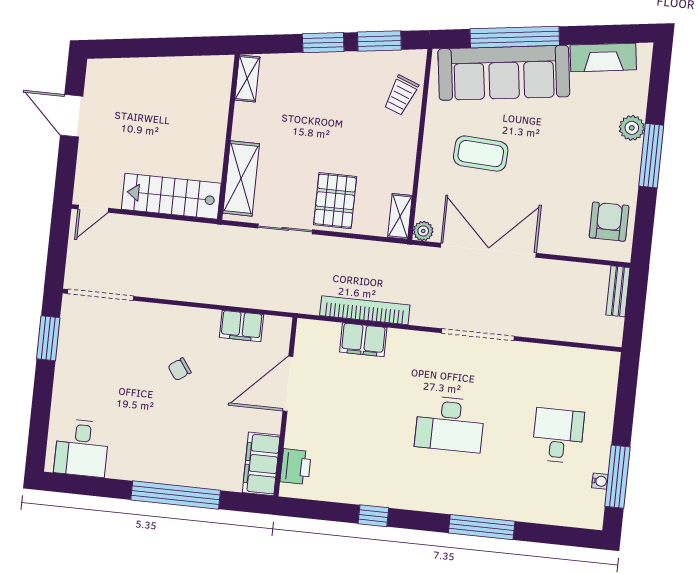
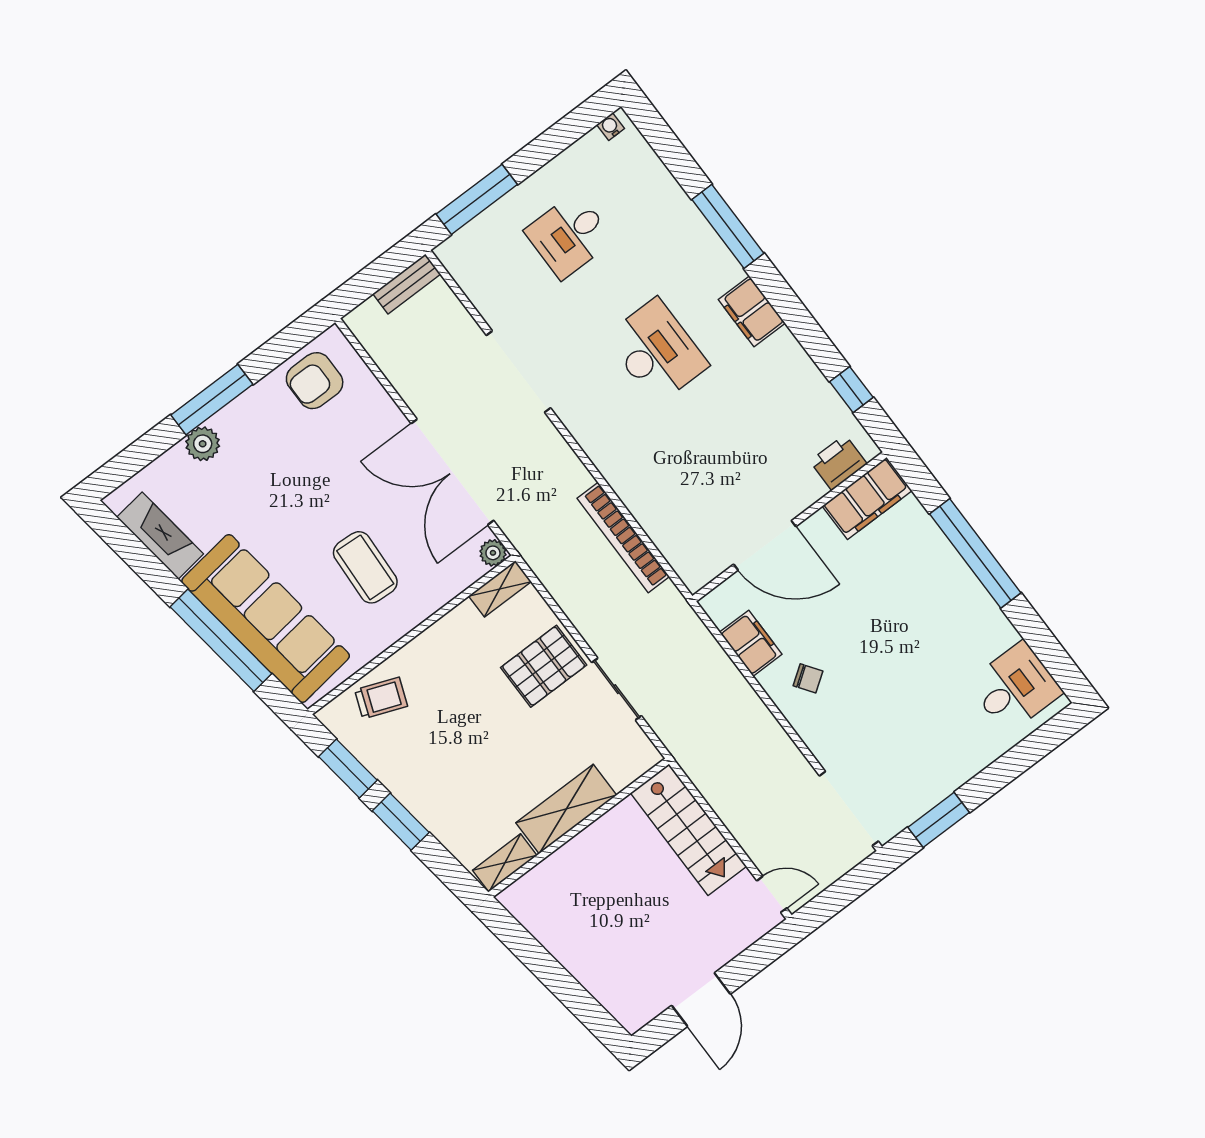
shelving: (241, 178) -> (566, 809), moved
bench: (618, 291) -> (407, 284), moved
doorway: (478, 335) -> (518, 372), moved
filing cabinet: (363, 340) -> (752, 311), moved, turned 180
chair: (179, 369) -> (808, 678), moved
window: (618, 477) -> (477, 199), moved
water cooler: (600, 481) -> (610, 127), moved
window: (373, 516) -> (851, 390), moved

